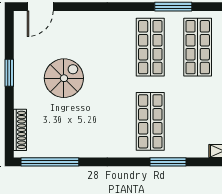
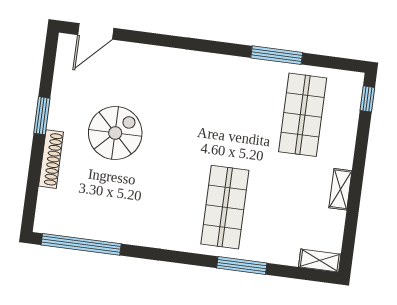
shop shelf: (150, 47) -> (238, 106), removed
shoe rack: (20, 130) -> (51, 159), moved

